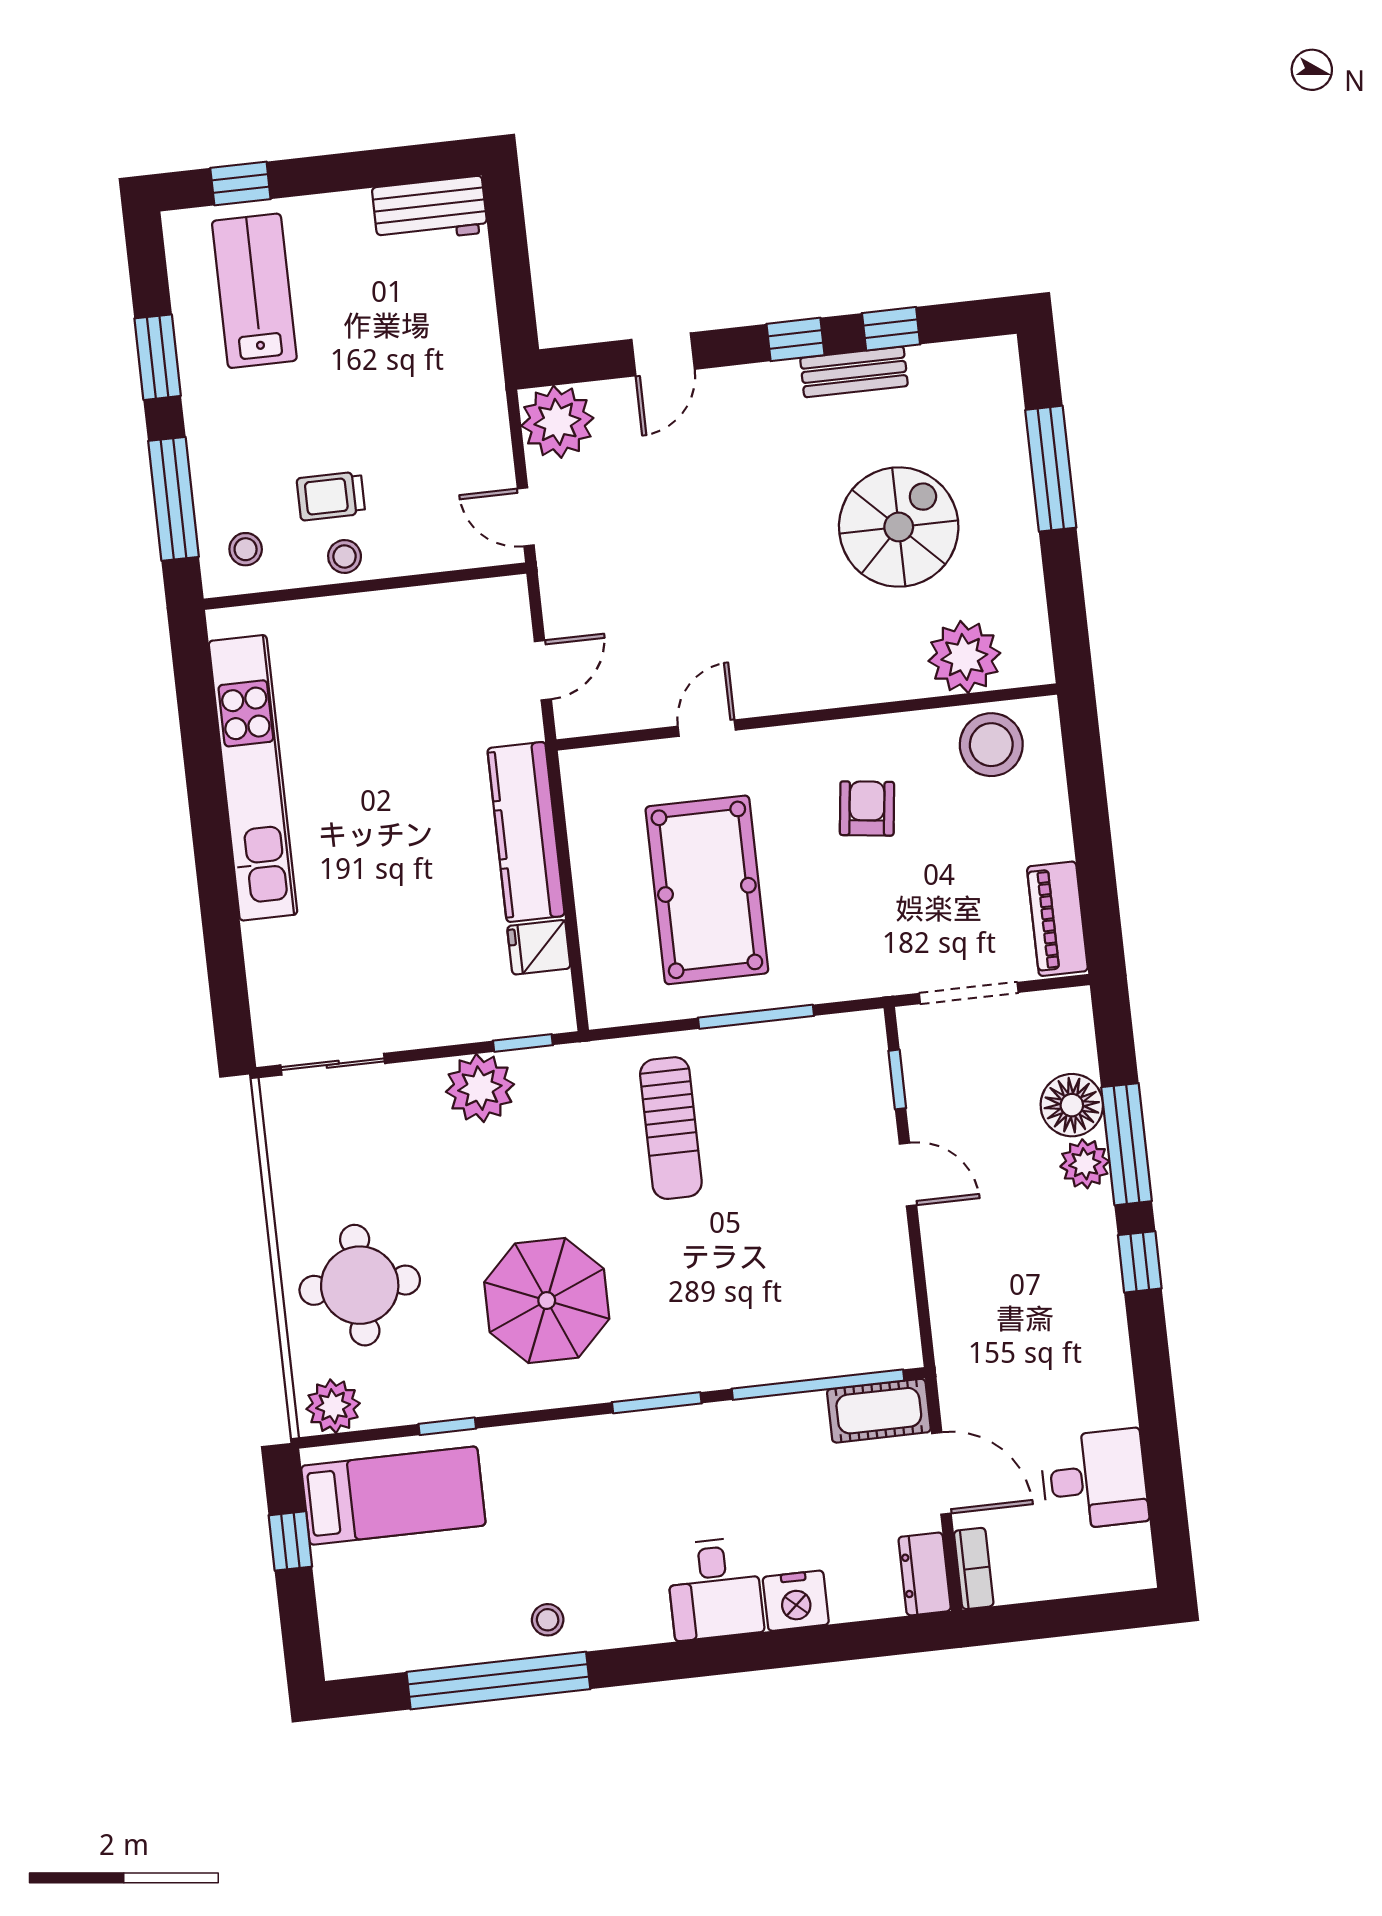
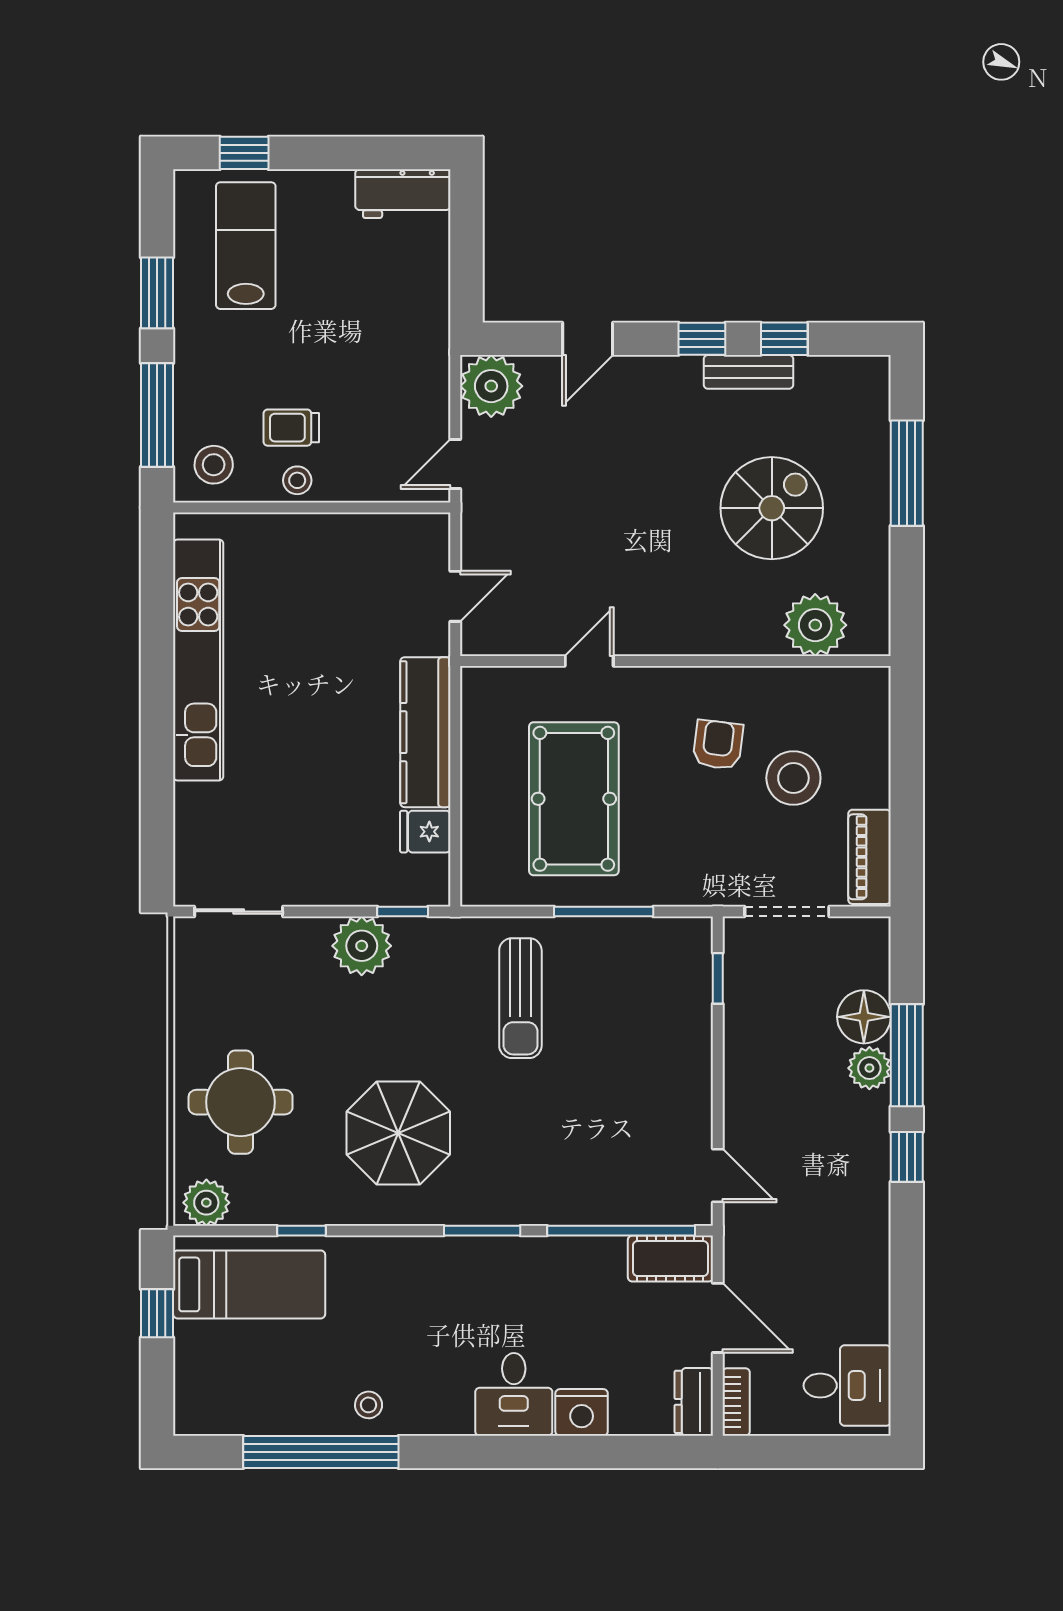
door: (526, 517) -> (455, 464), hinge flipped
stool: (246, 549) -> (214, 465), width x1.37, depth x1.37
stool: (991, 745) -> (793, 778), moved
door: (908, 1175) -> (718, 1176), moved
desk: (1094, 1480) -> (847, 1386), moved

